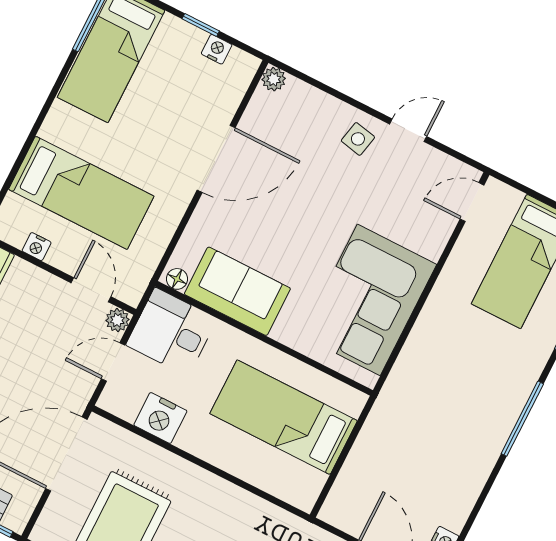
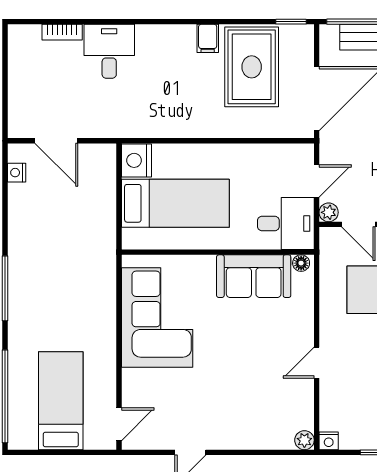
nightstand: (217, 49) -> (329, 441), moved
side table: (358, 139) -> (223, 428), removed
door: (216, 159) -> (317, 363), width x0.53
nightstand: (160, 418) -> (136, 160), moved, turned -90

